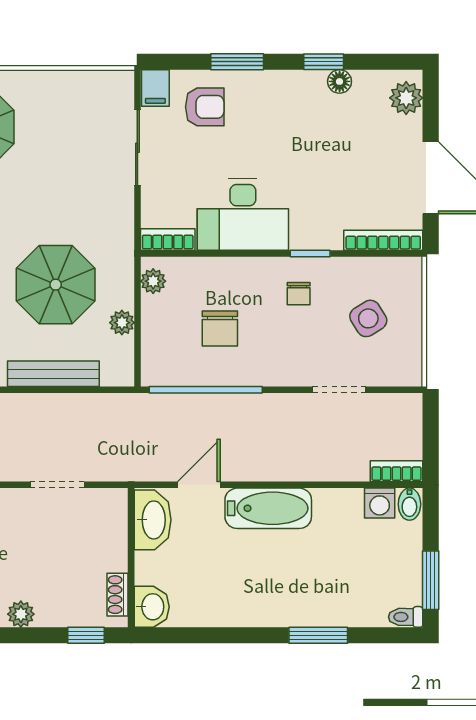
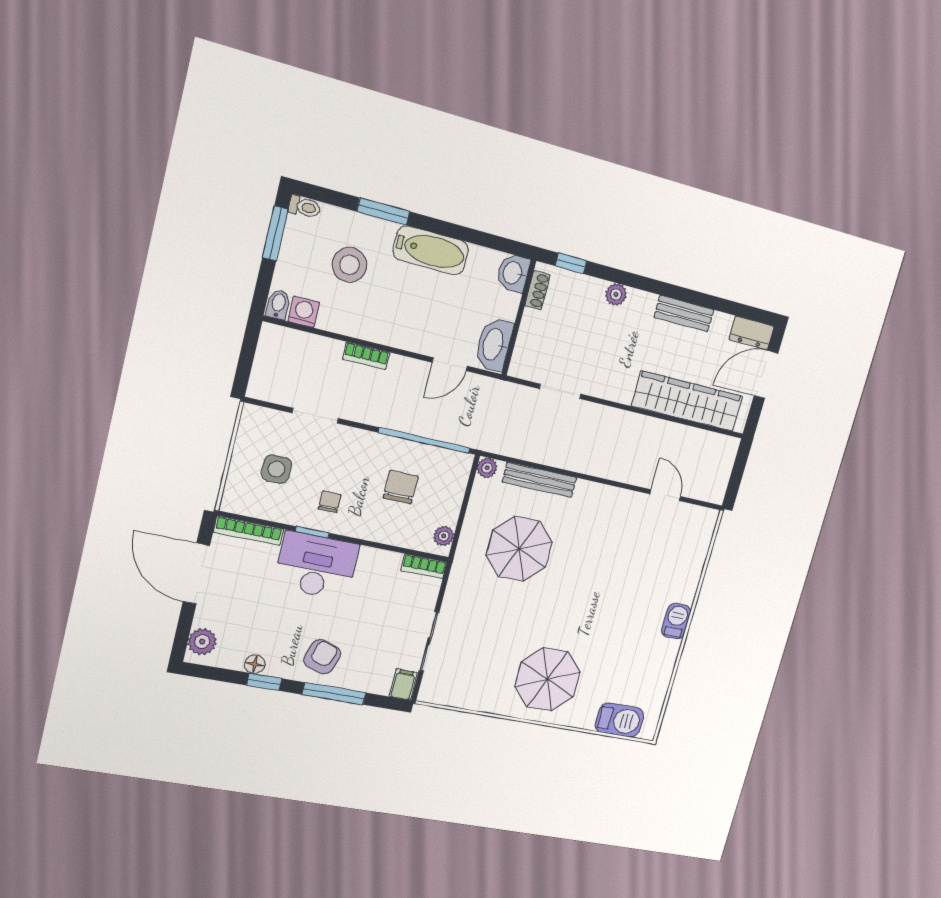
window: (237, 62) -> (334, 694), width x1.44
armchair: (205, 107) -> (322, 657), moved, turned 108
desk: (243, 214) -> (316, 566), moved
side table: (368, 318) -> (276, 469), turned 32
plant: (122, 323) -> (487, 468), moved
bookcase: (397, 471) -> (366, 356), moved
bathtub: (268, 508) -> (431, 250), moved, turned 180
stool: (341, 568) -> (350, 265), added

